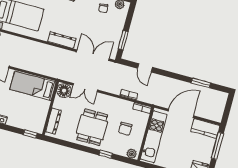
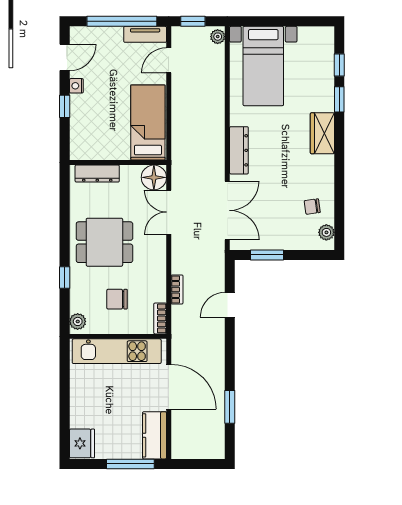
window: (30, 134) -> (65, 106), moved

